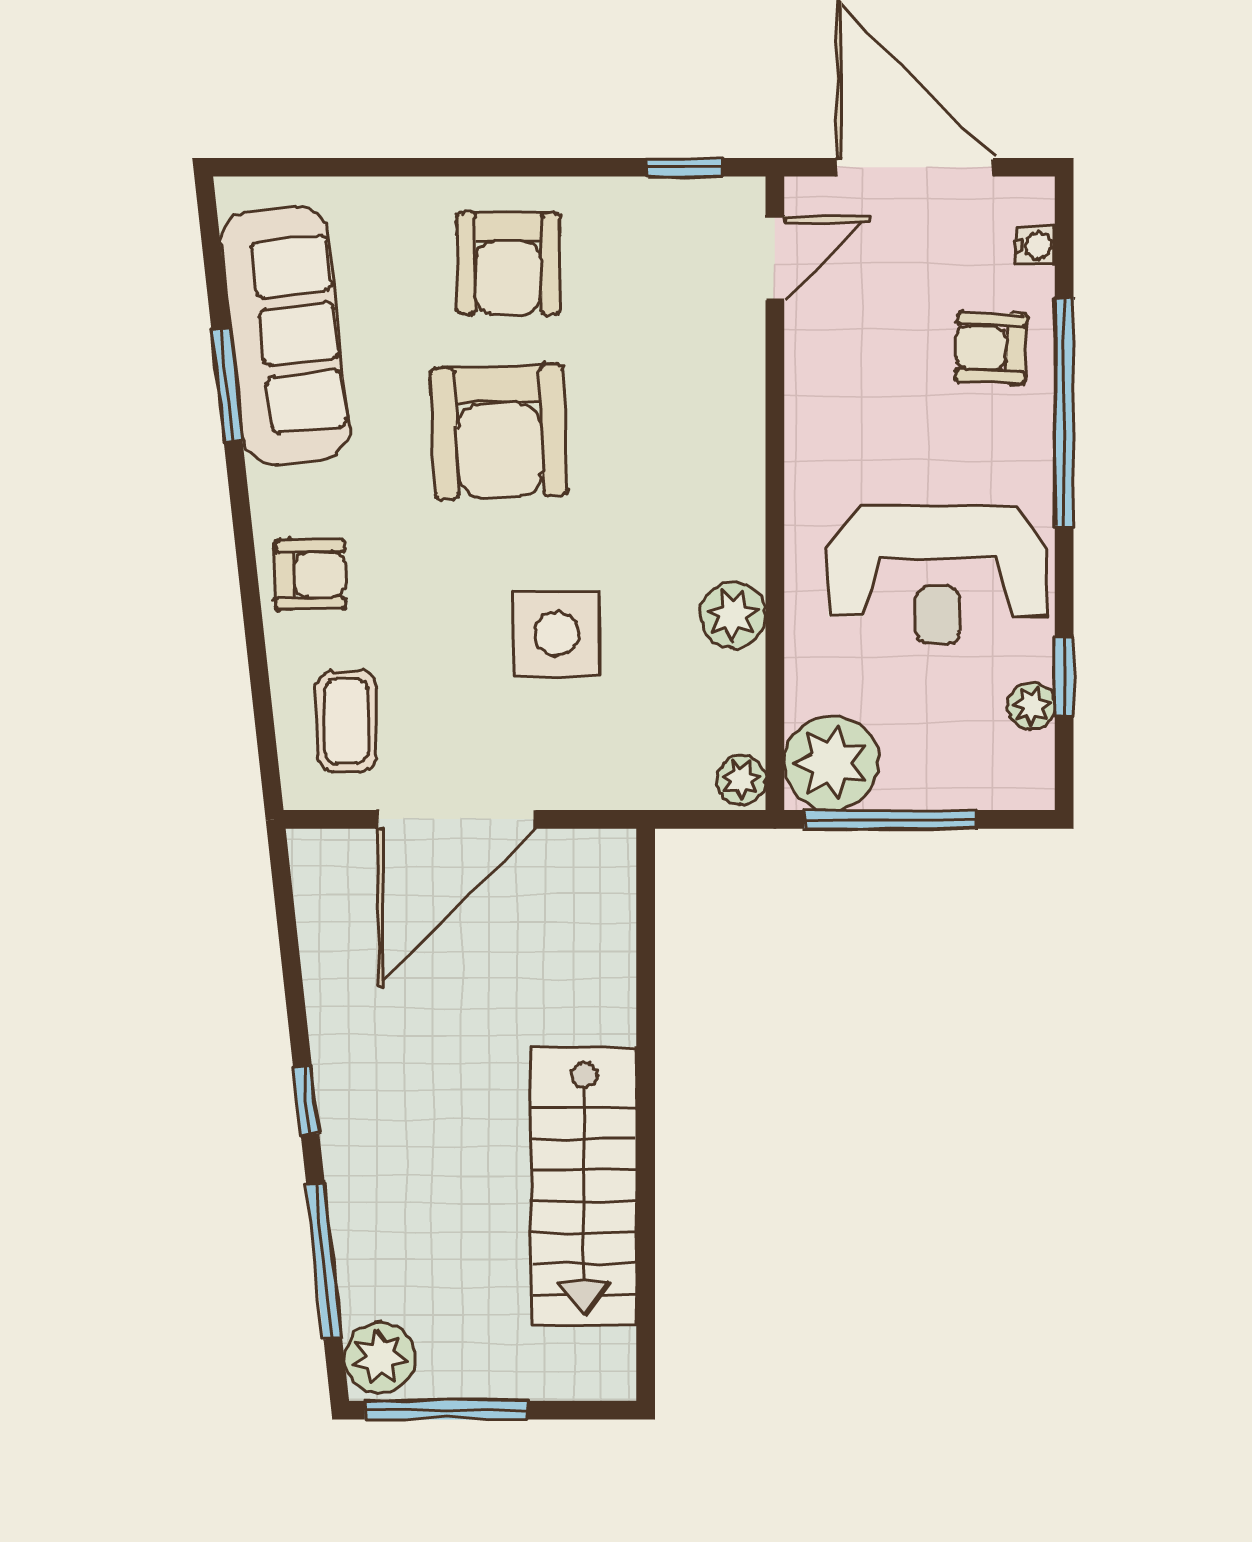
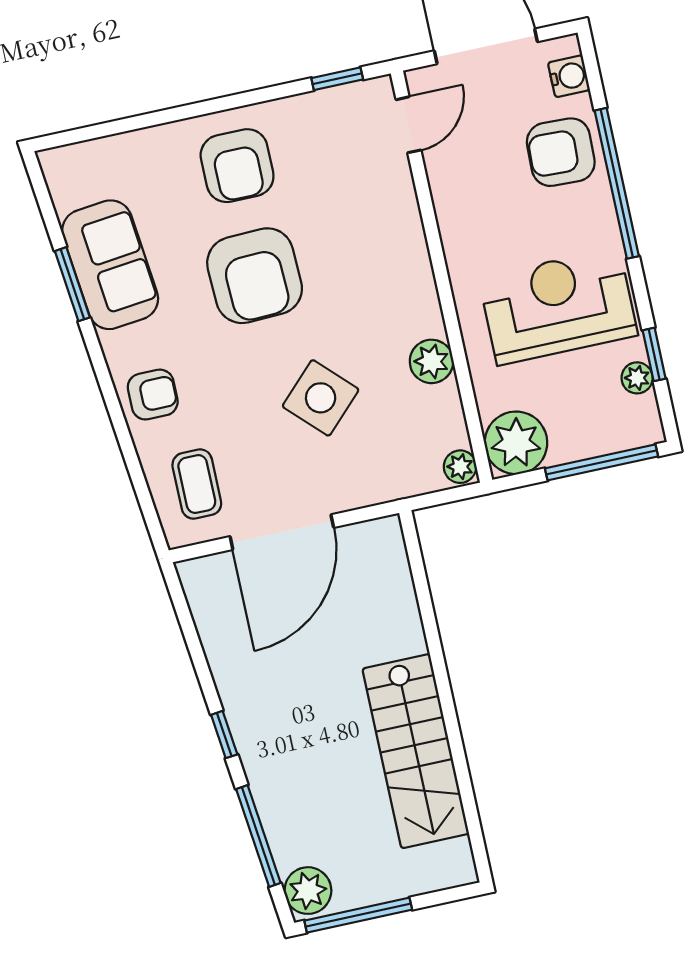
water cooler: (1035, 246) -> (569, 76), width x1.38, depth x1.38
sofa: (285, 335) -> (110, 265), width x0.73
armchair: (991, 348) -> (561, 152), width x1.38, depth x1.38
reception desk: (938, 575) -> (558, 306), turned 180
side table: (557, 633) -> (321, 398), turned 45
window: (890, 819) -> (602, 462), moved

